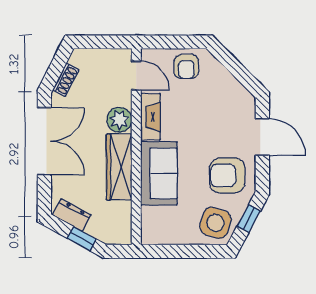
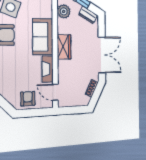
plant: (120, 120) -> (64, 11), moved
double door: (44, 141) -> (102, 55), swing flipped
wardrobe: (119, 167) -> (64, 47), width x0.67

